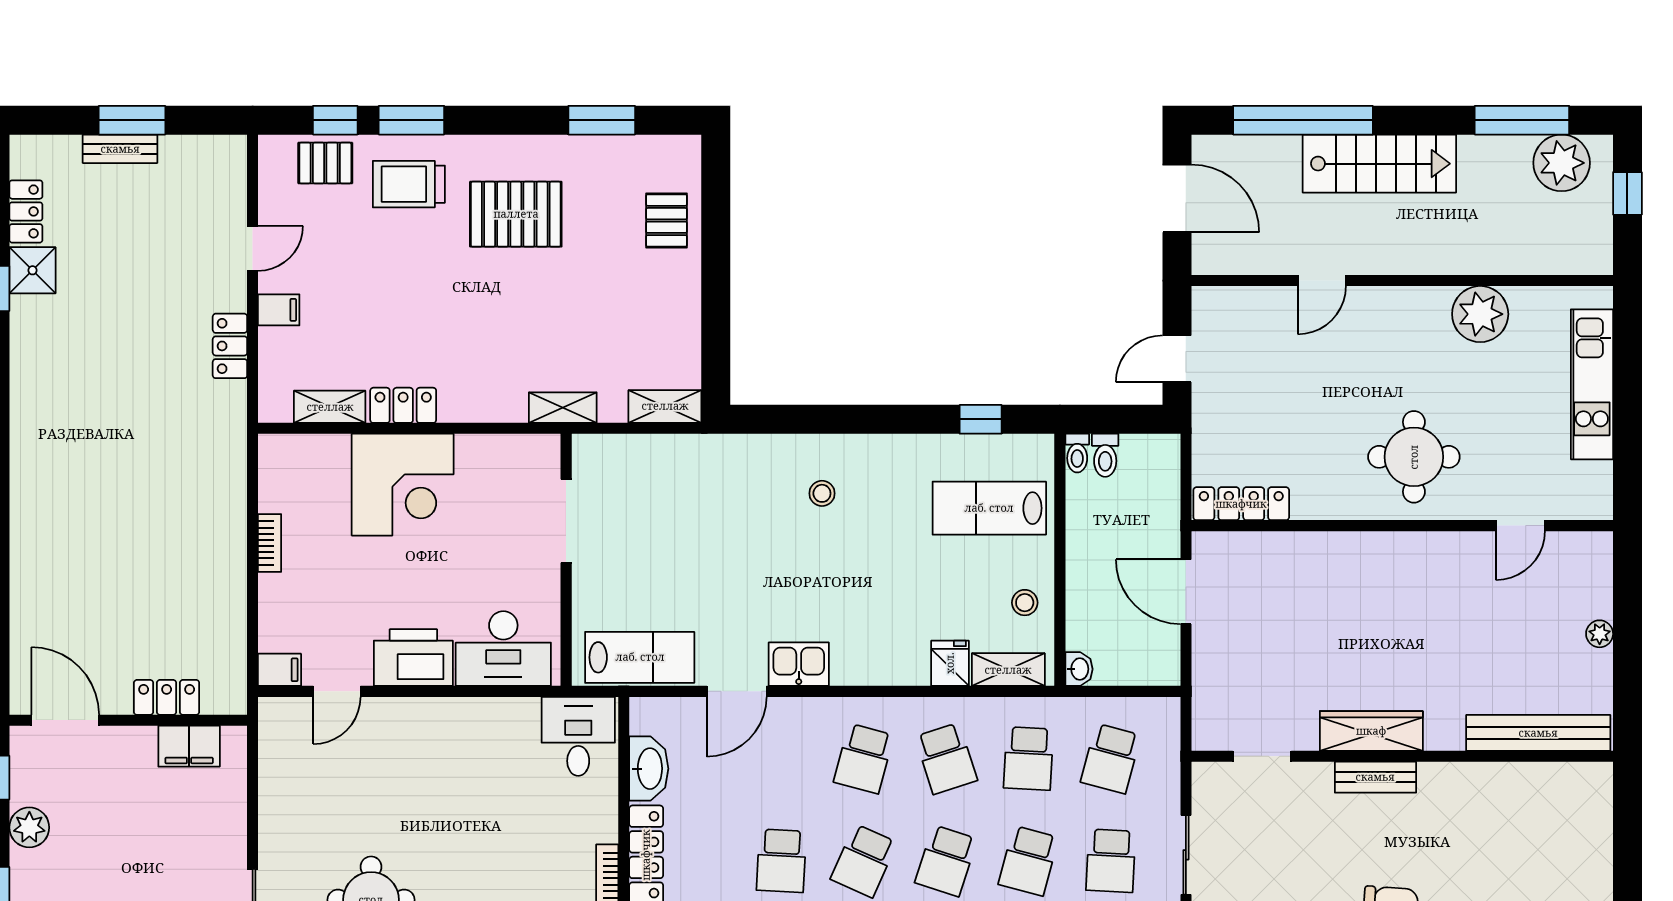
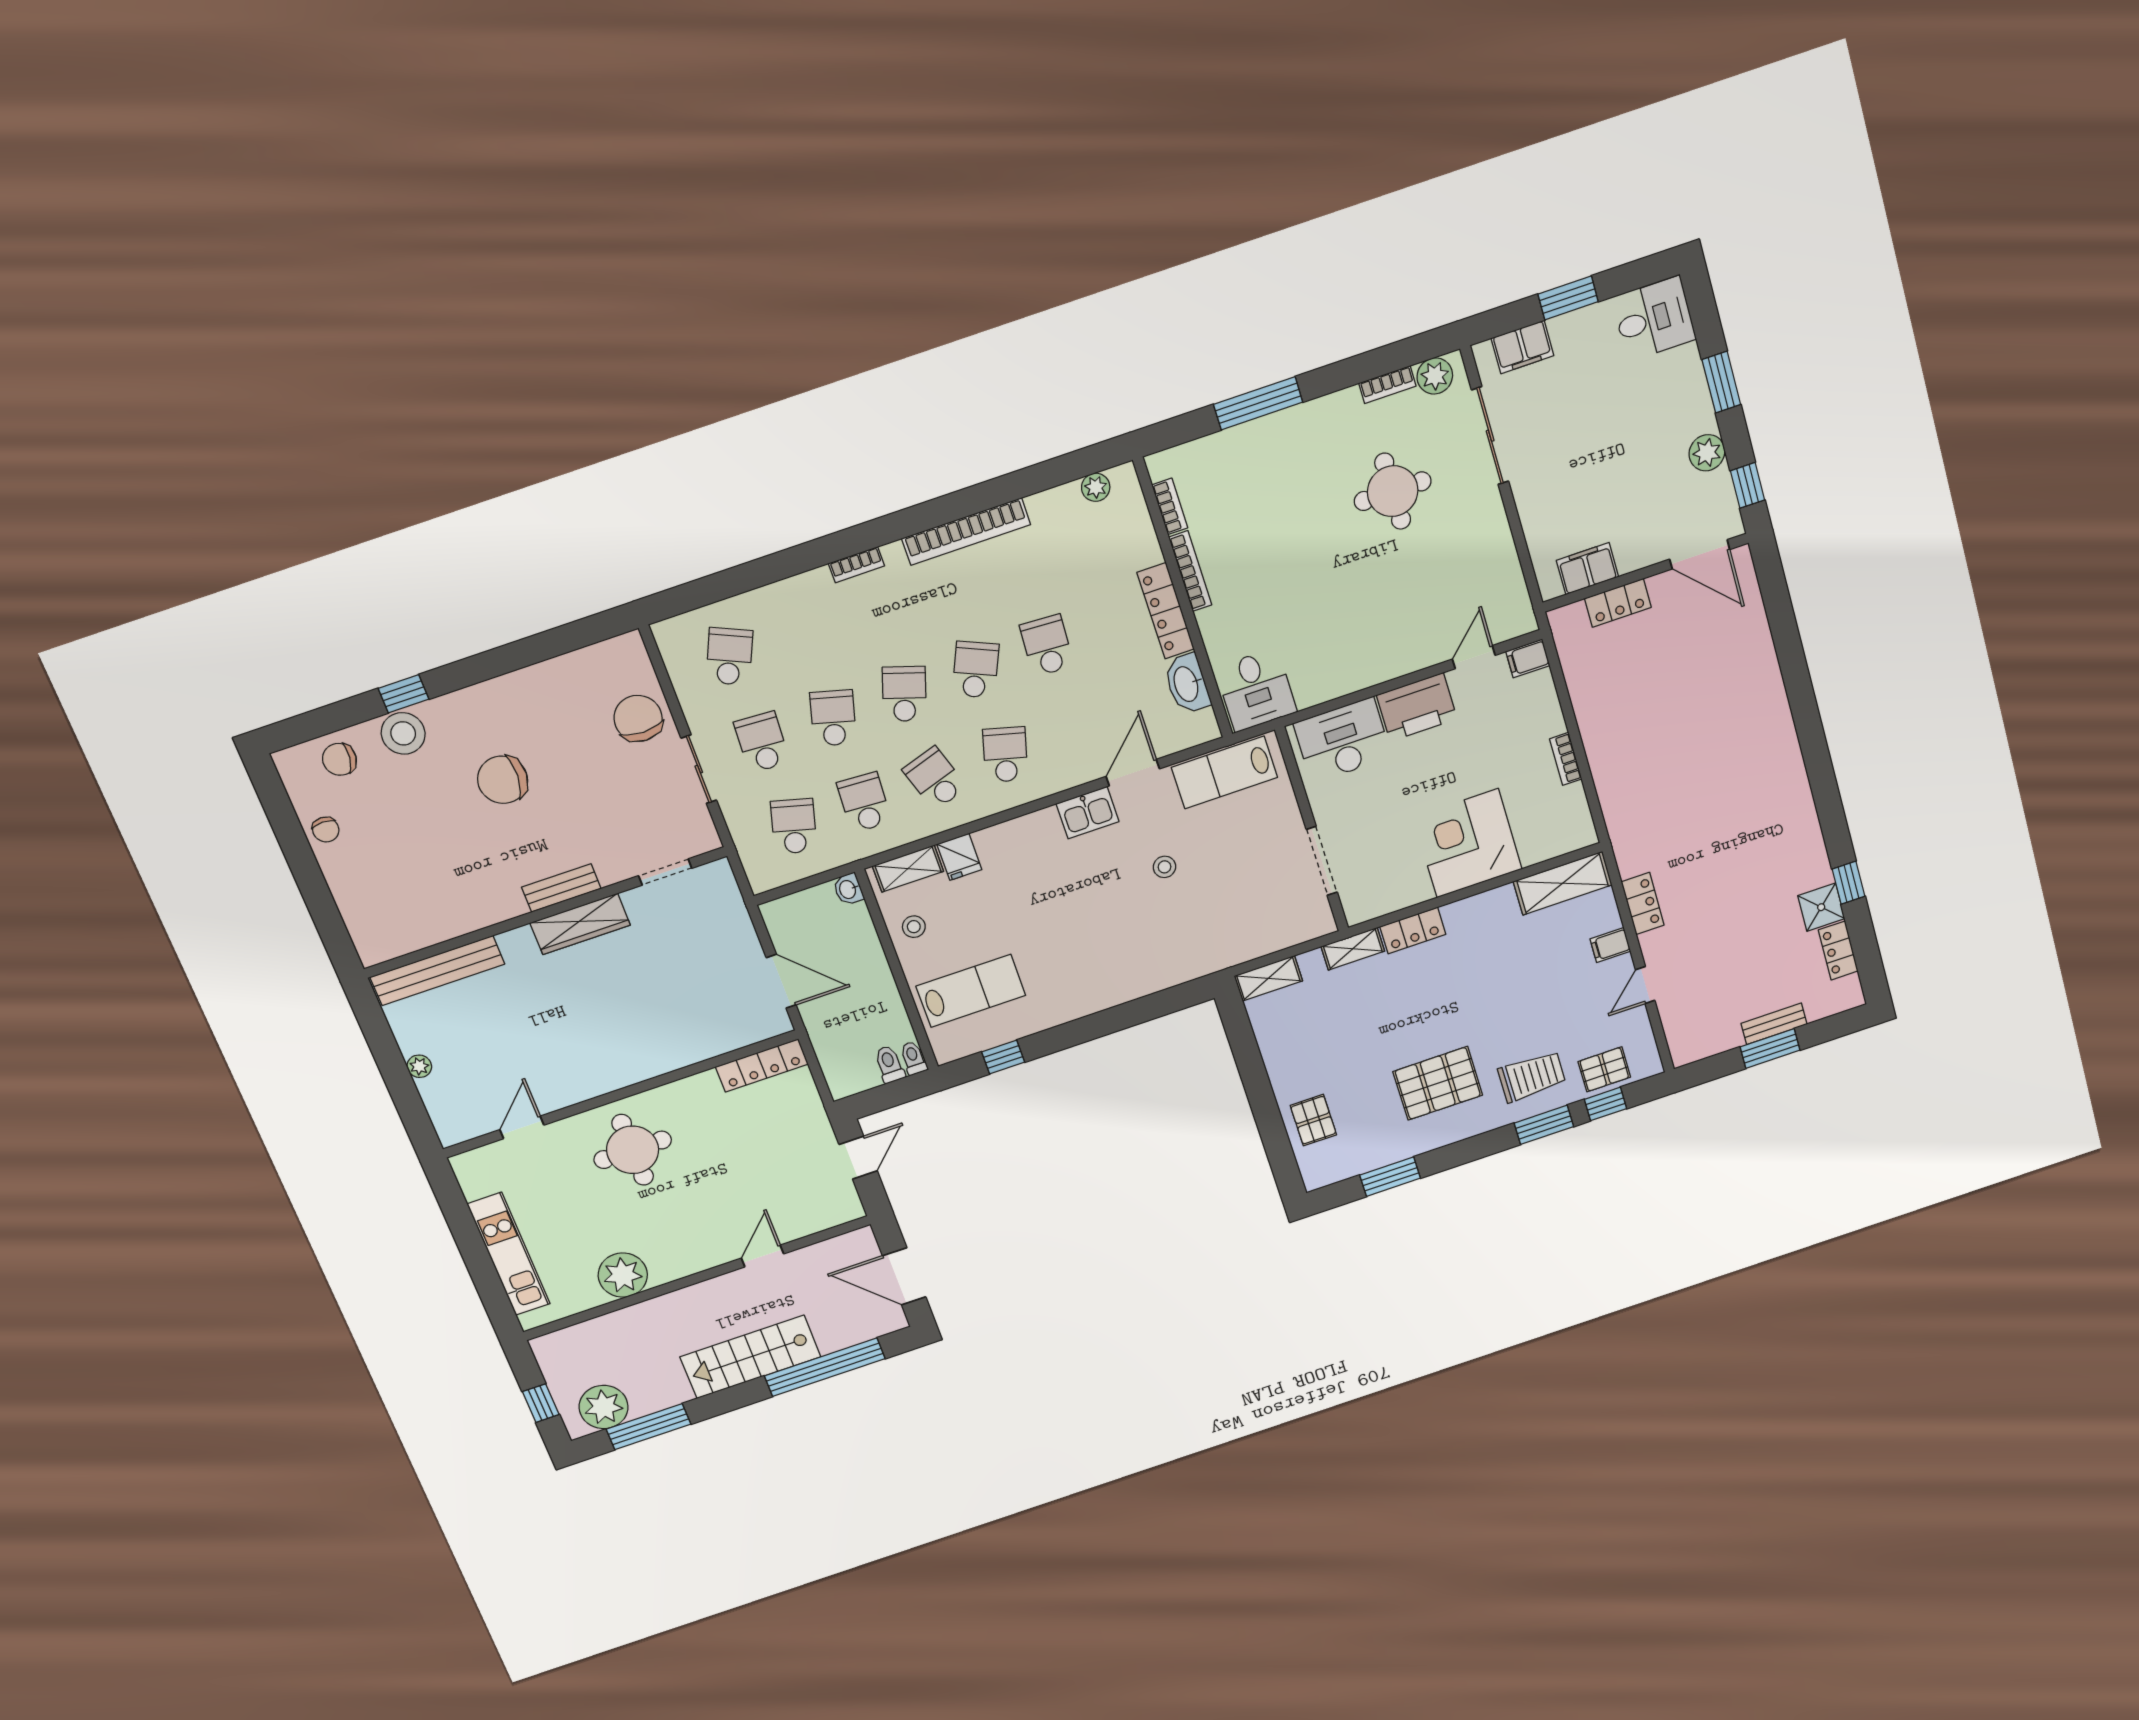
locker: (403, 405) -> (1413, 931), moved
shelving: (330, 407) -> (1563, 883), width x1.50, depth x1.33
stool: (822, 493) -> (1164, 867), moved

